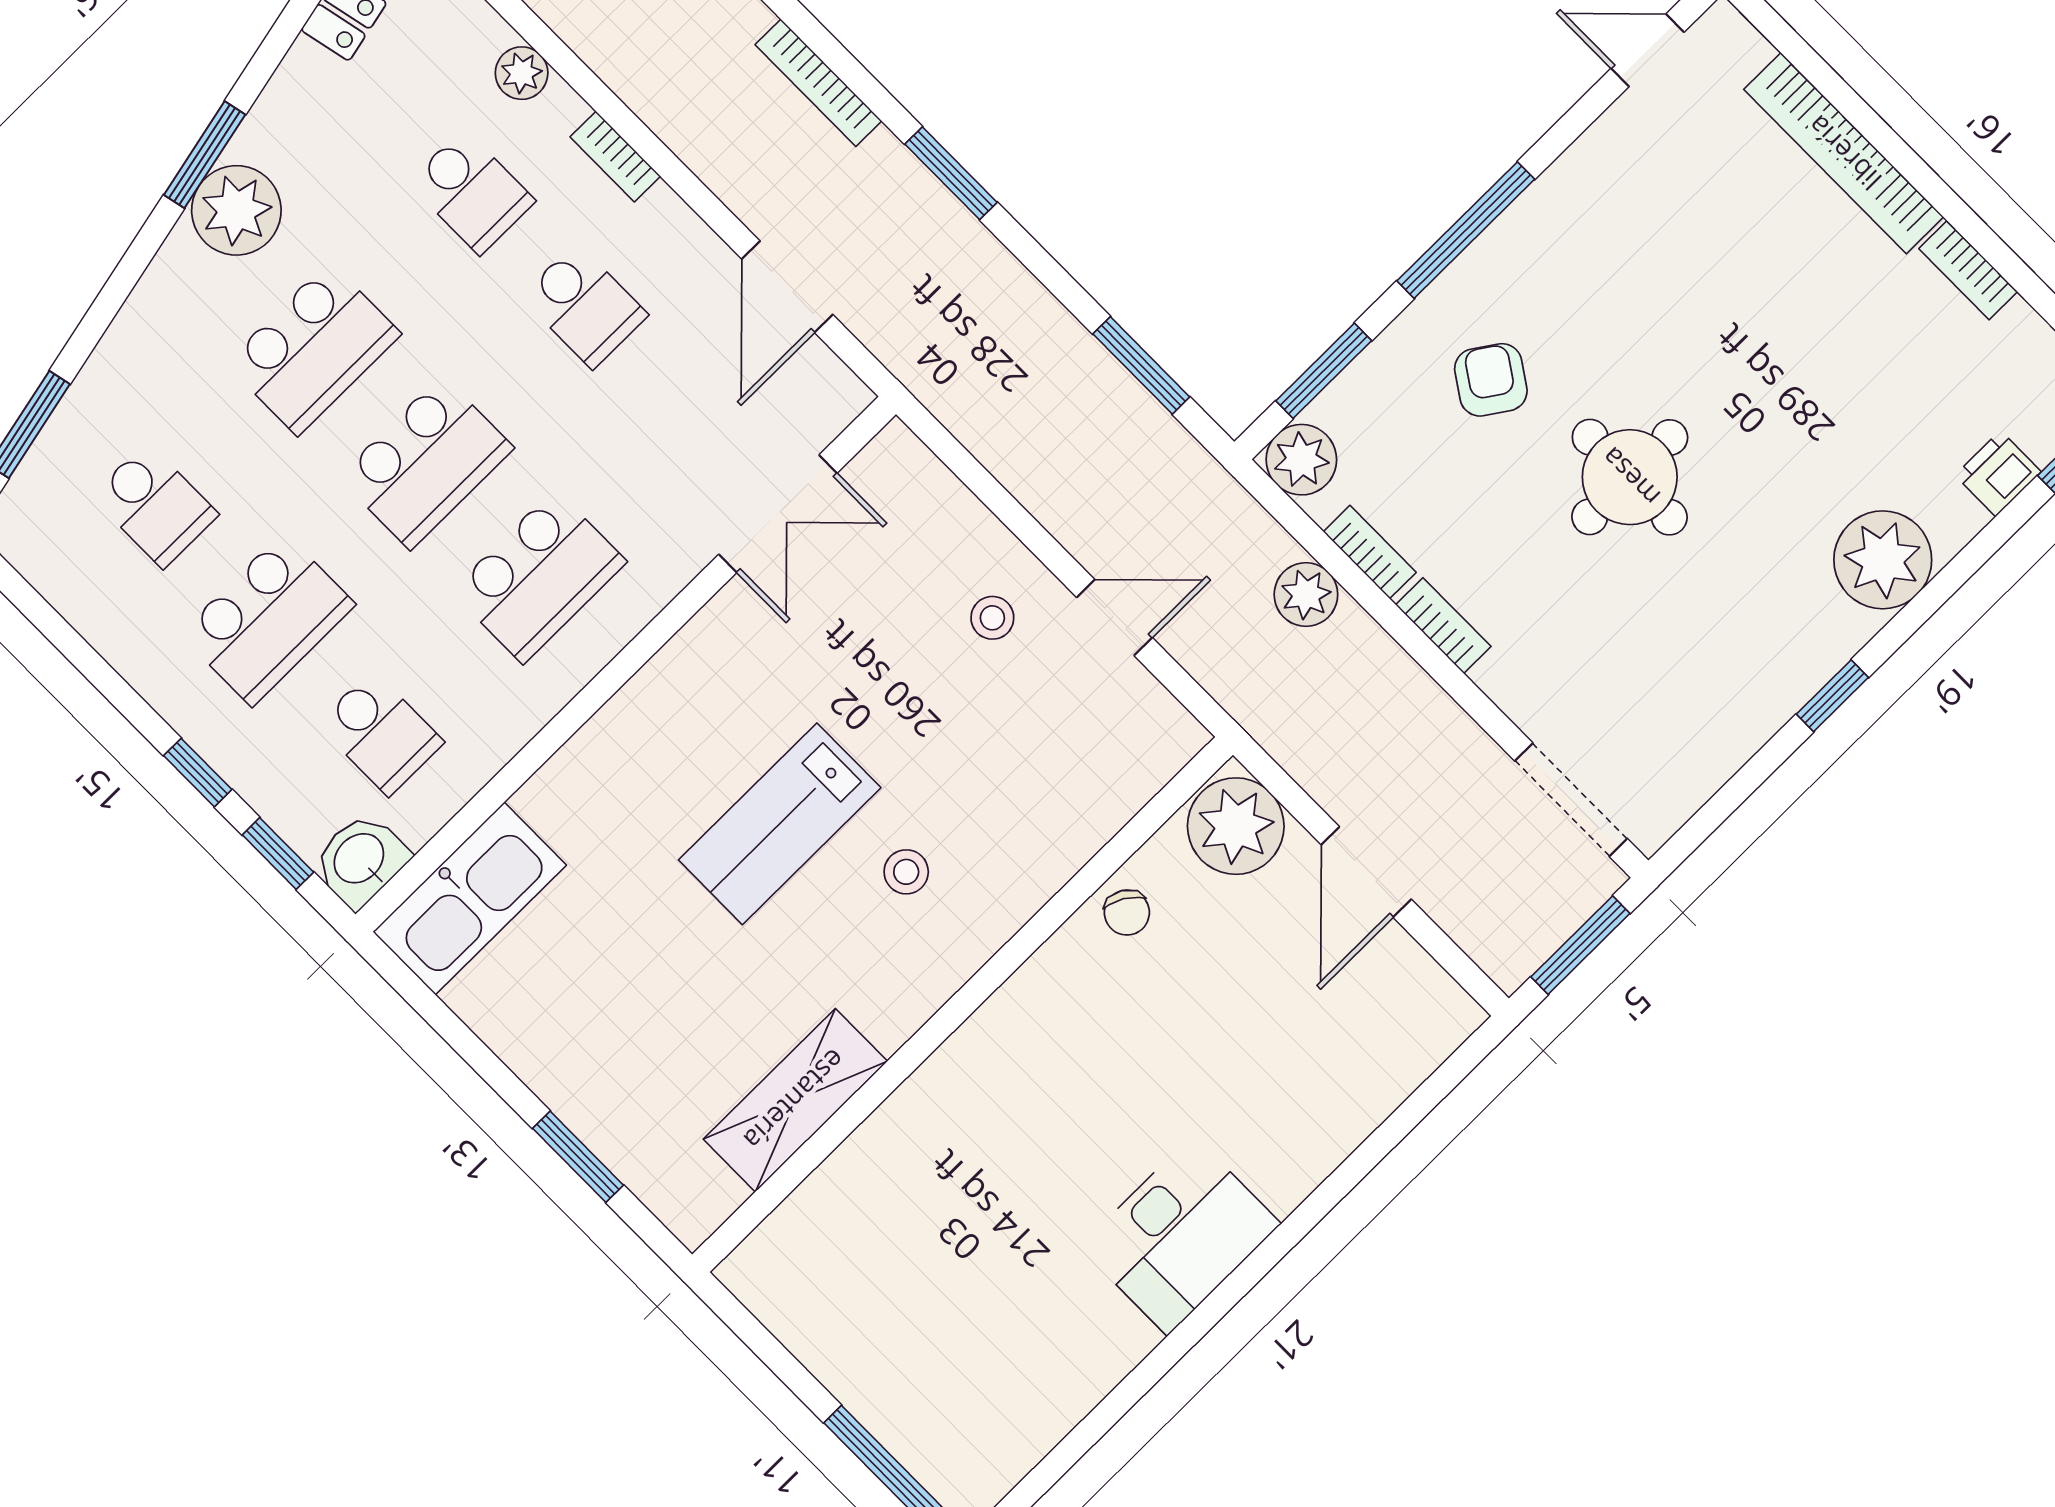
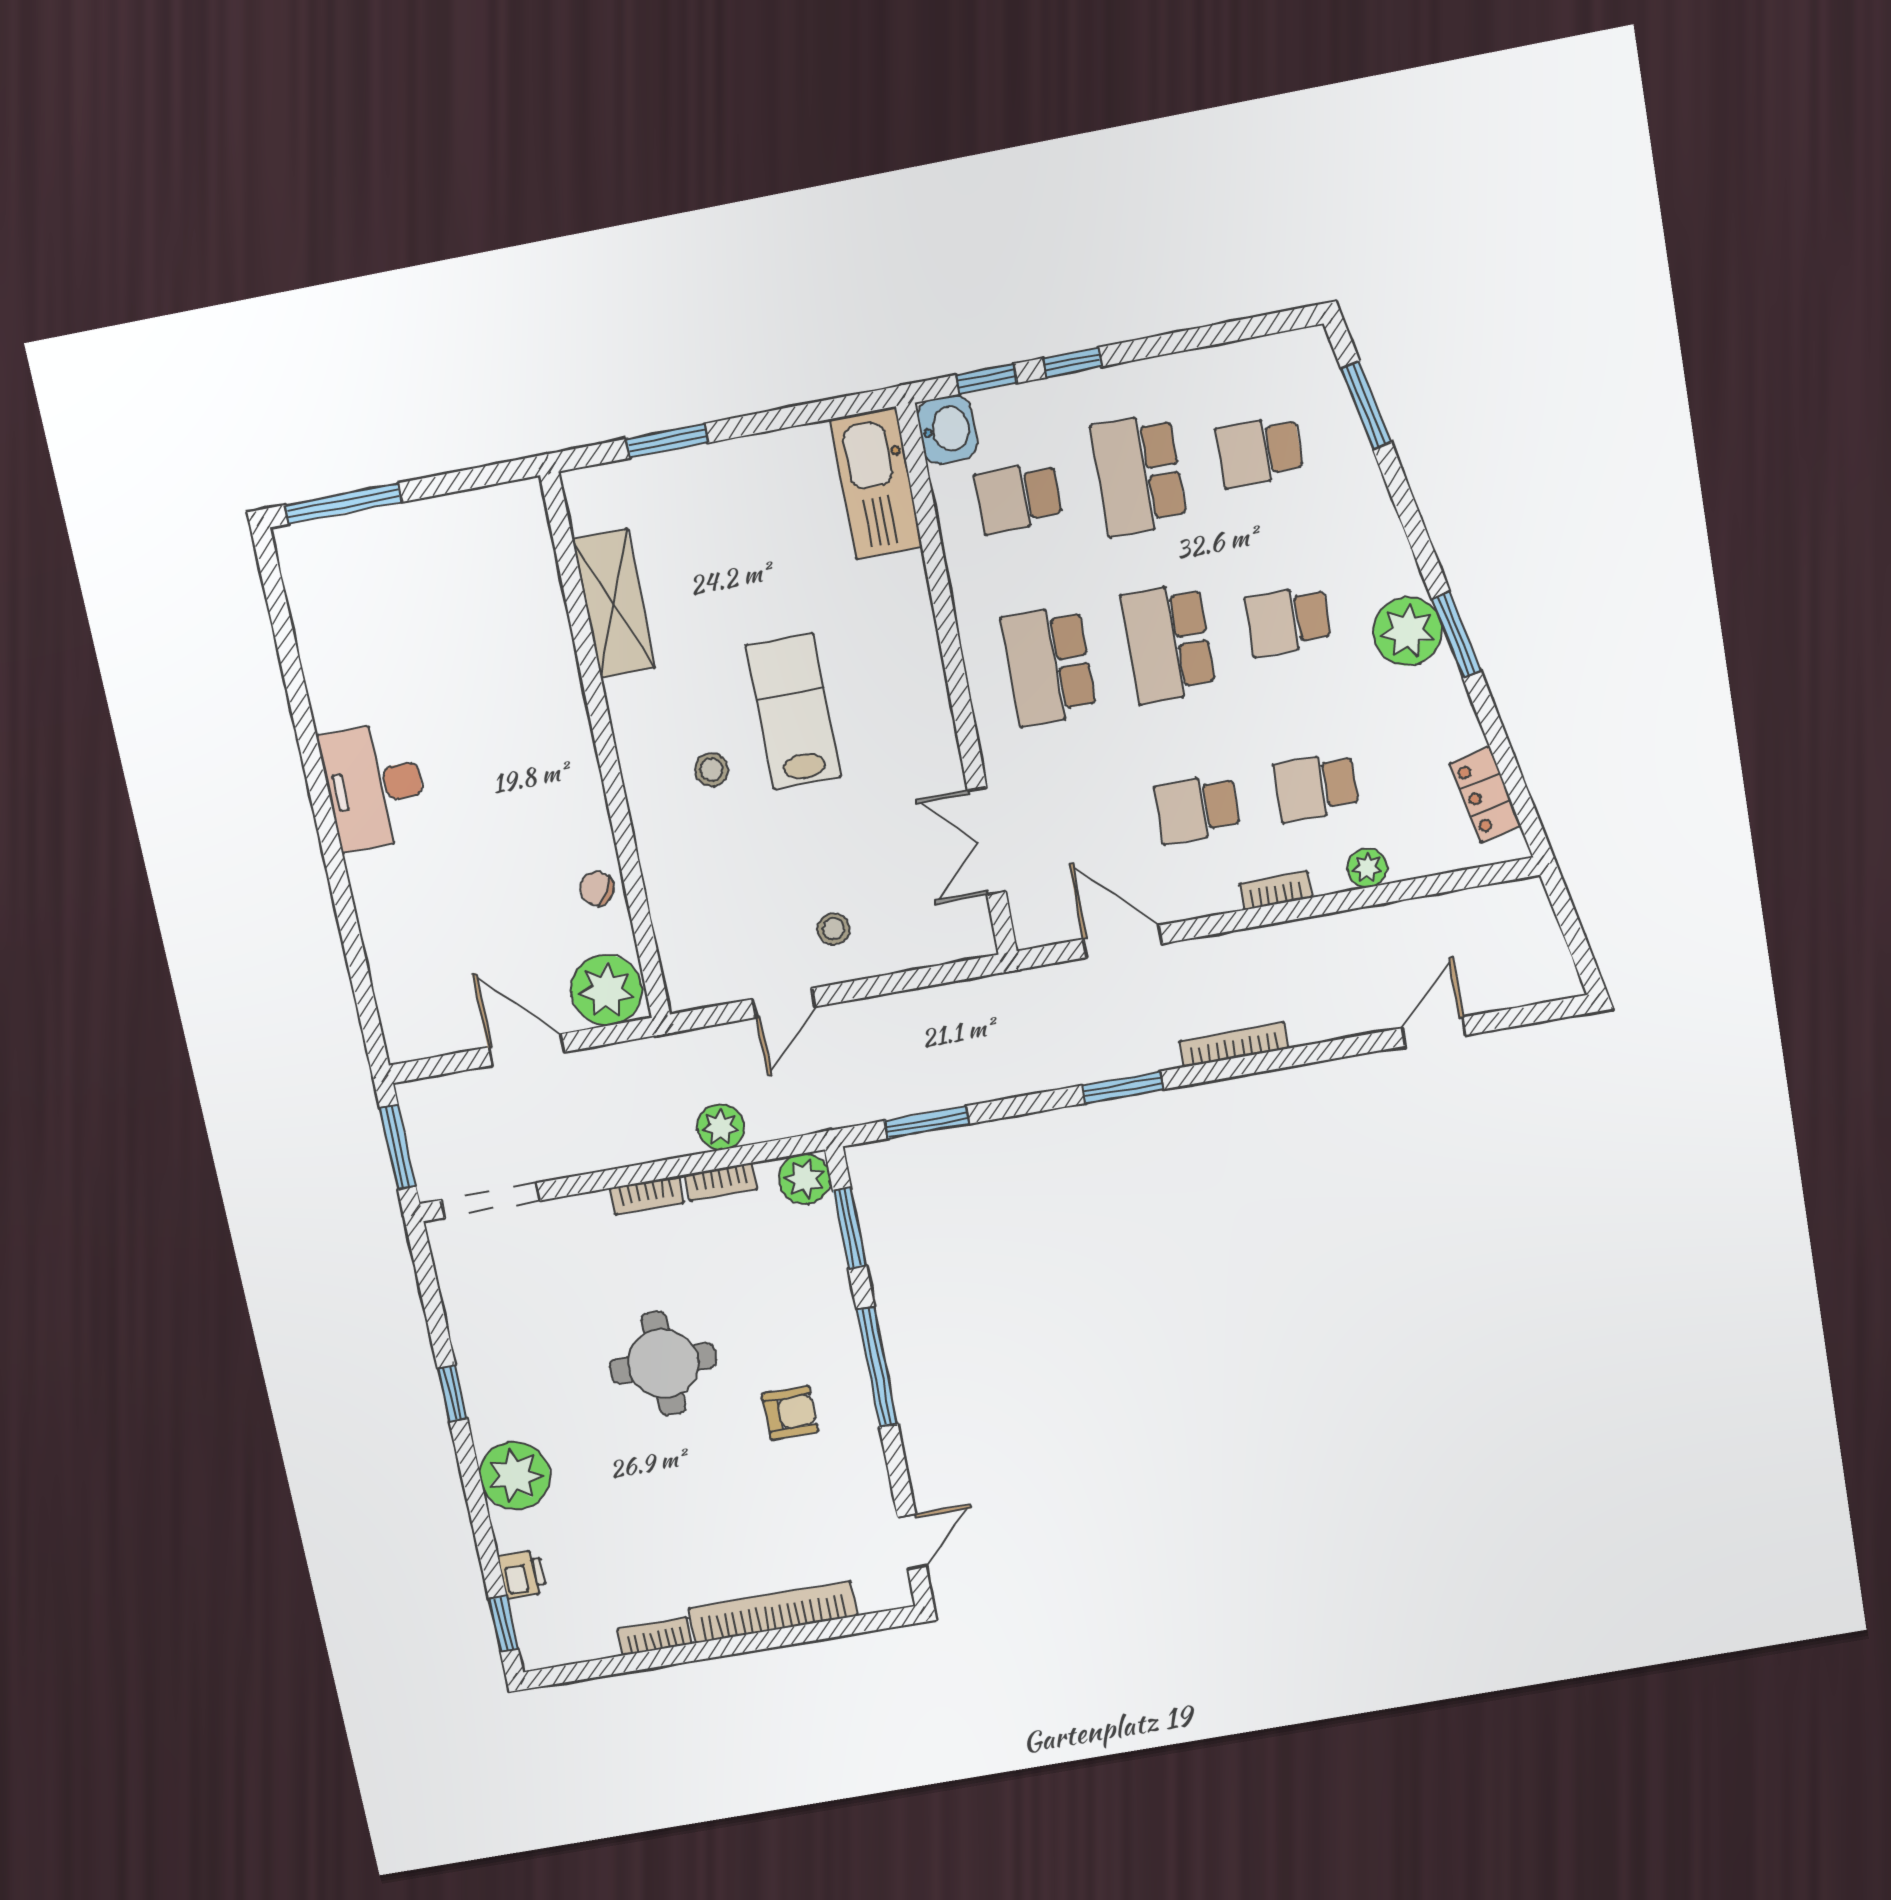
school desk: (313, 349) -> (1288, 621), width x0.54
armchair: (1491, 380) -> (790, 1413), moved, turned -34

